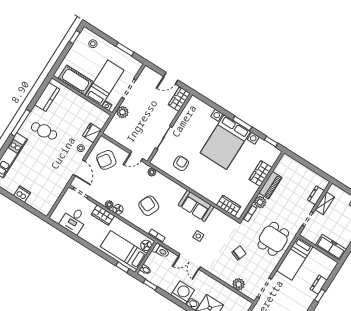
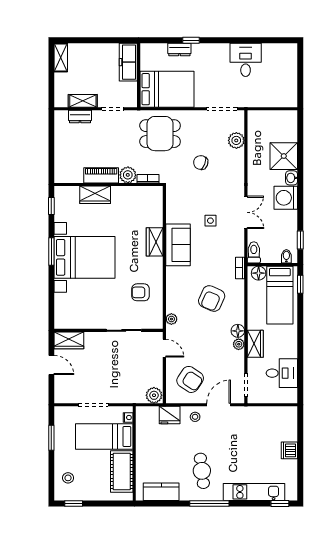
plant: (123, 112) -> (154, 395), moved
wardrobe: (229, 206) -> (155, 242), moved
bed: (295, 259) -> (167, 89), width x1.50

